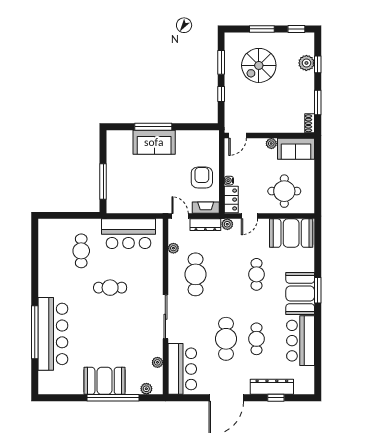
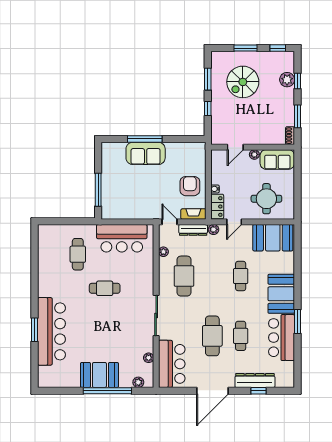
door: (238, 136) -> (235, 147), moved
window: (318, 290) -> (298, 322), moved
window: (35, 332) -> (35, 330), width x0.47

